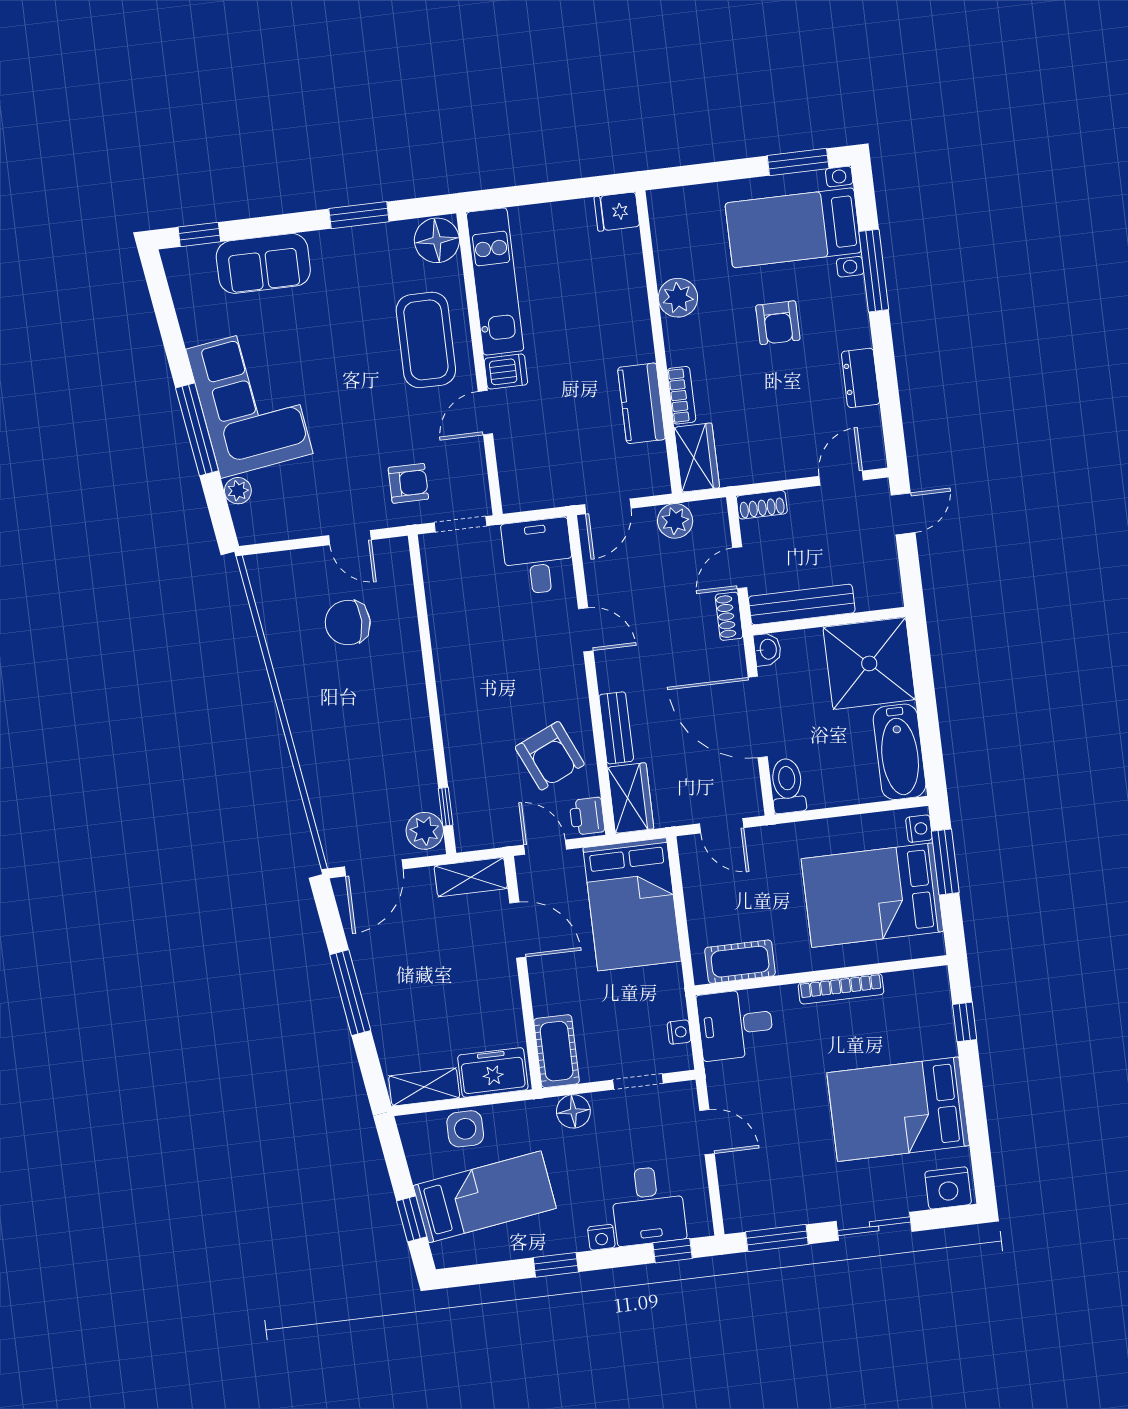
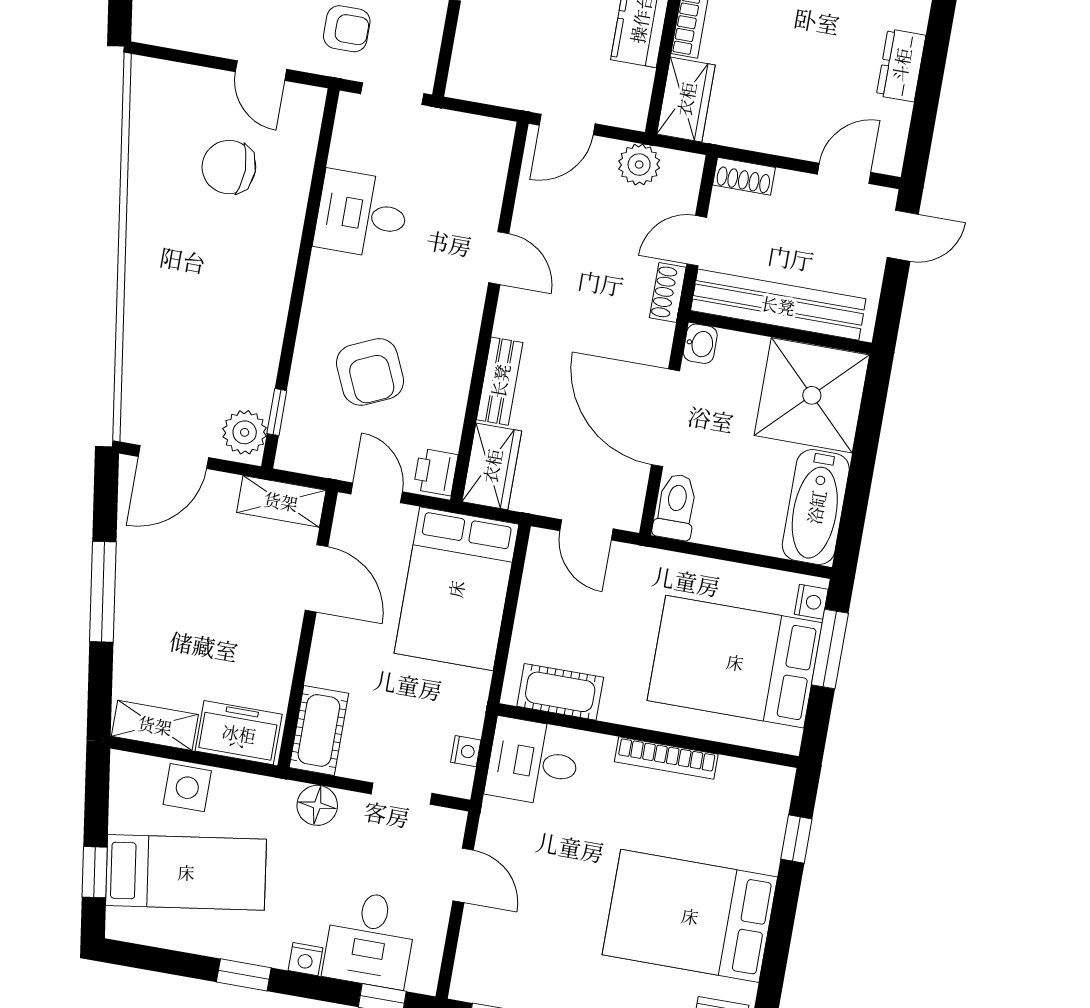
desk: (538, 556) -> (362, 214), moved, turned -90
bench: (802, 604) -> (778, 305), width x1.37, depth x1.21
armchair: (550, 756) -> (370, 372), moved

